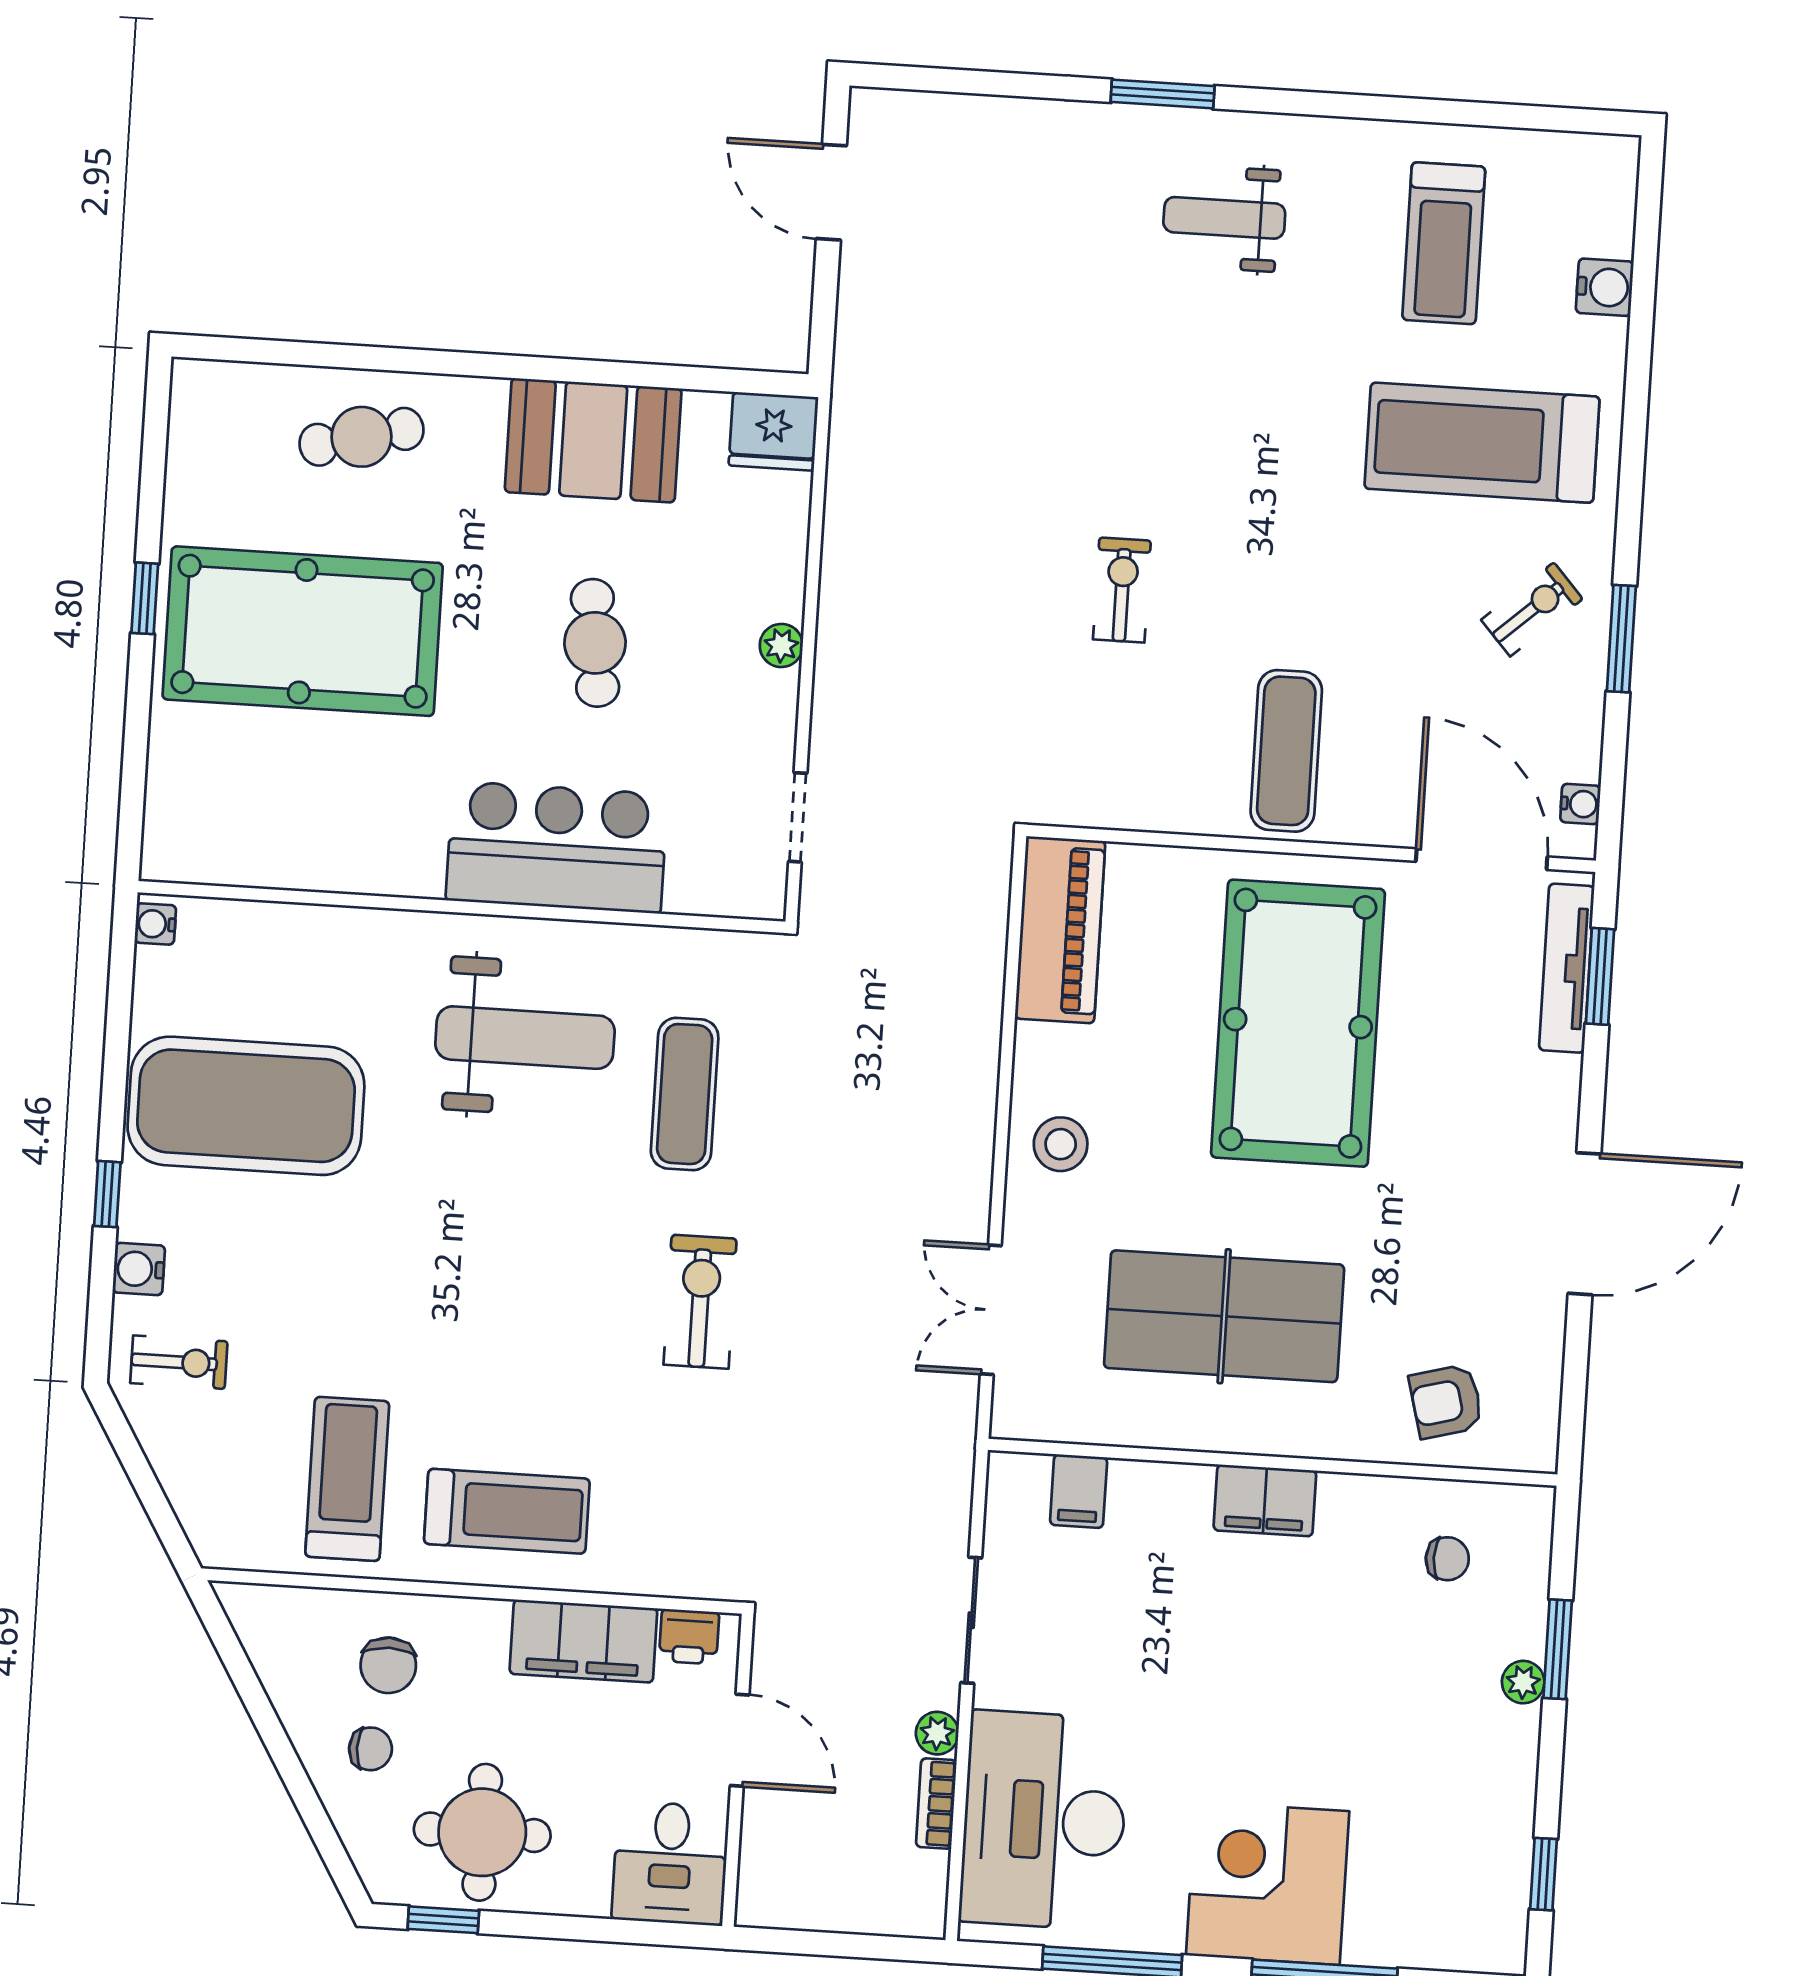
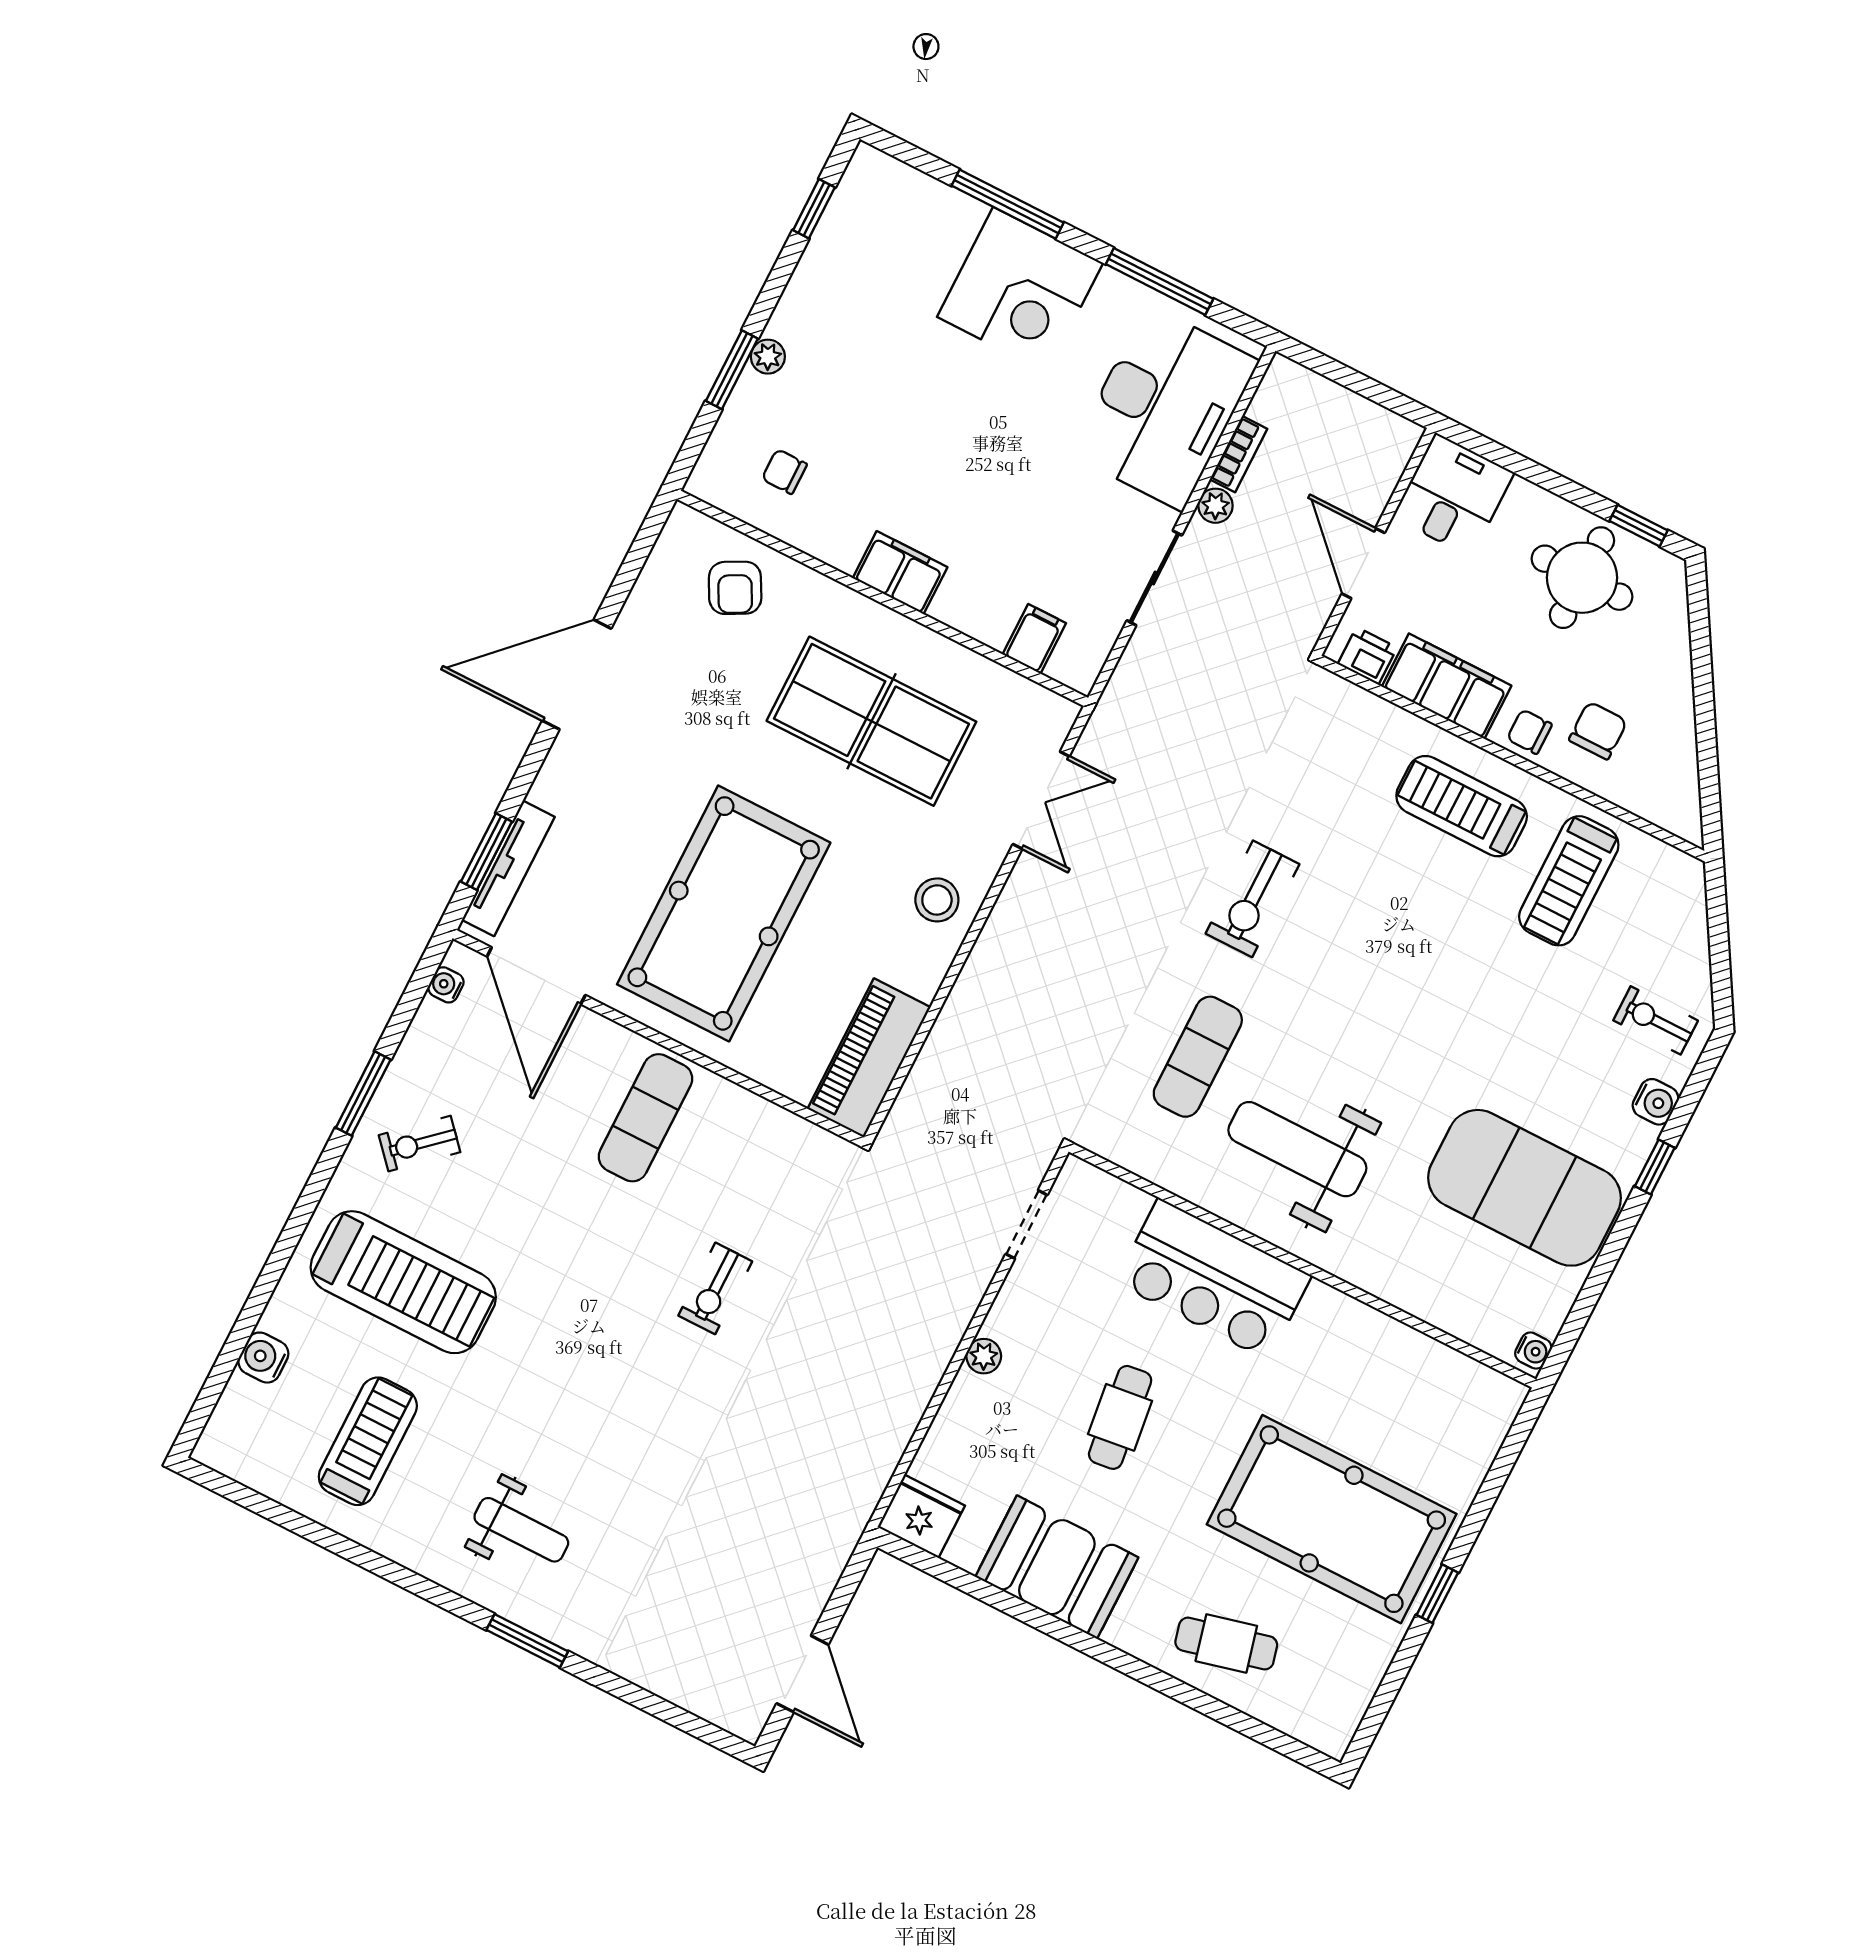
armchair: (1446, 1401) -> (735, 588), turned 77
chair: (371, 1749) -> (1529, 732), moved

